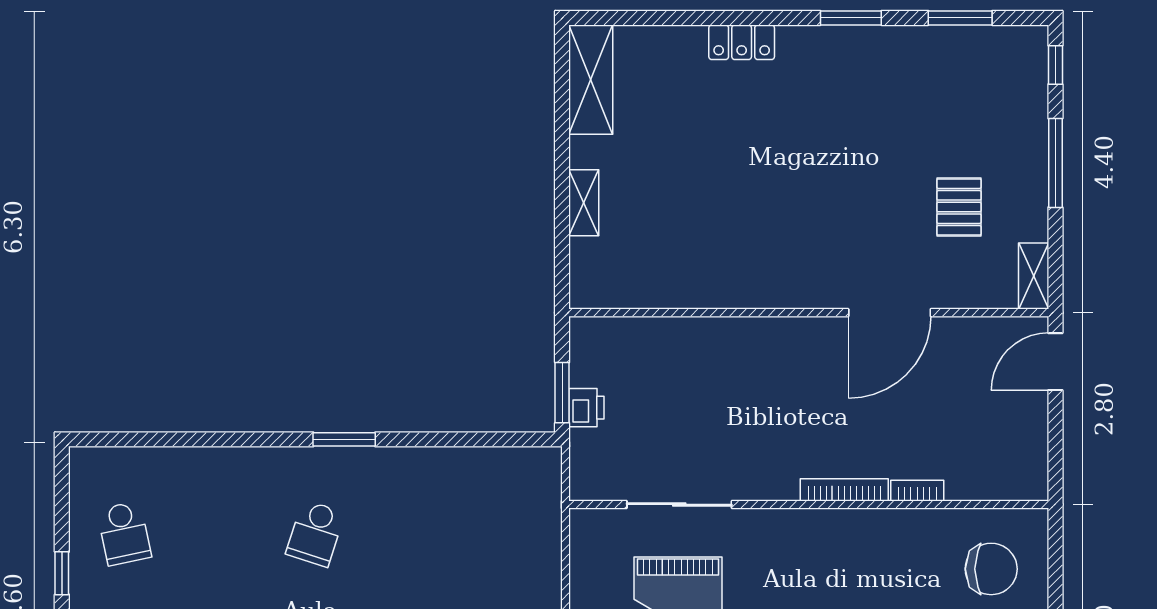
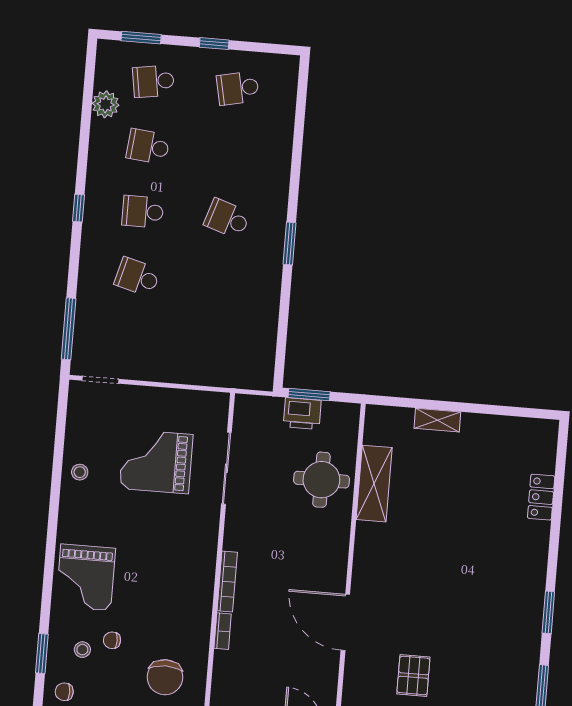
locker: (742, 42) -> (541, 497), moved
shelving: (591, 80) -> (374, 484), moved, turned 90
pallet: (959, 207) -> (413, 675), turned 90
round table: (685, 365) -> (321, 480), added
printer: (586, 408) -> (302, 414), width x1.36, depth x1.24

